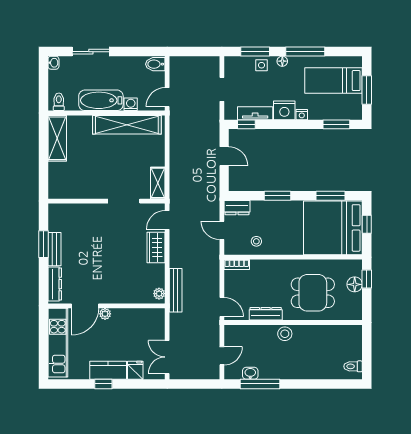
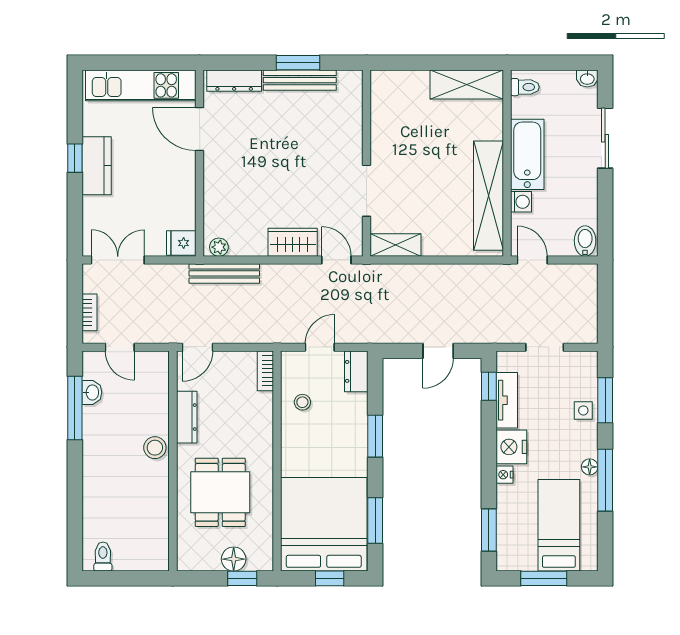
floor lamp: (282, 61) -> (590, 467), moved
bench: (54, 249) -> (300, 80), width x1.36
plant: (105, 314) -> (187, 161), removed
fridge: (135, 370) -> (181, 243), moved, turned 180
bookcase: (200, 375) -> (89, 312), added

